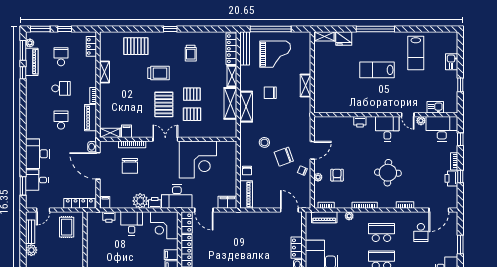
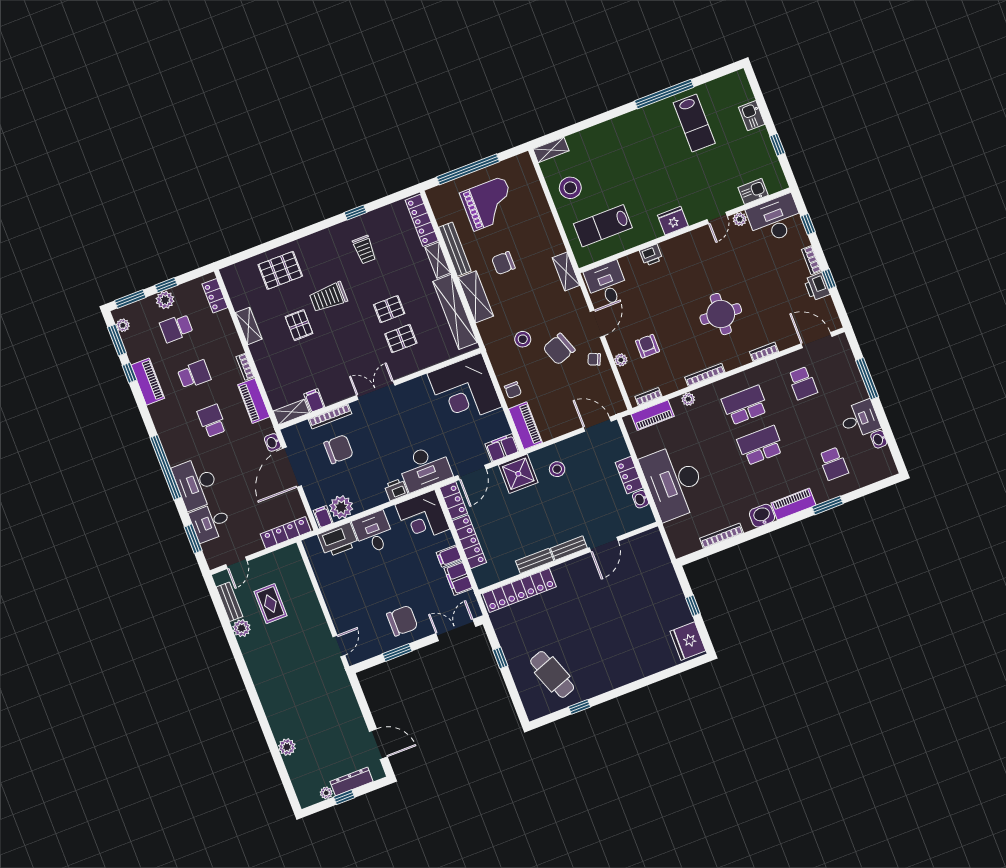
window: (170, 29) -> (355, 213), moved
window: (375, 29) -> (664, 94), moved
plant: (61, 37) -> (165, 300), added
fridge: (344, 38) -> (673, 221), moved, turned 180
bench: (245, 48) -> (455, 249), moved
school desk: (61, 57) -> (176, 328), turned -90
piano: (32, 62) -> (148, 382), moved
stool: (327, 63) -> (570, 188), added
lab bench: (377, 70) -> (603, 226), moved
trolley: (158, 73) -> (328, 297), turned 180
shelving: (306, 86) -> (566, 271), moved
shelving: (230, 103) -> (455, 312), width x1.47
pallet: (164, 104) -> (299, 325), moved, width x0.67, depth x0.71
door: (408, 115) -> (717, 218), hinge flipped
desk: (387, 129) -> (607, 284), moved
window: (23, 137) -> (166, 467), added
corner desk: (198, 159) -> (465, 390), moved, turned 90
door: (98, 166) -> (292, 467), hinge flipped
chair: (130, 166) -> (339, 449), turned -90
plant: (140, 201) -> (341, 507), moved
door: (204, 210) -> (472, 472), hinge flipped
door: (439, 210) -> (817, 340), swing flipped
printer: (109, 217) -> (338, 540), width x1.87, depth x1.48
shower: (231, 221) -> (518, 474), added
rug: (67, 227) -> (270, 604), moved
stool: (255, 228) -> (557, 469), added
window: (460, 244) -> (867, 379), width x1.44

